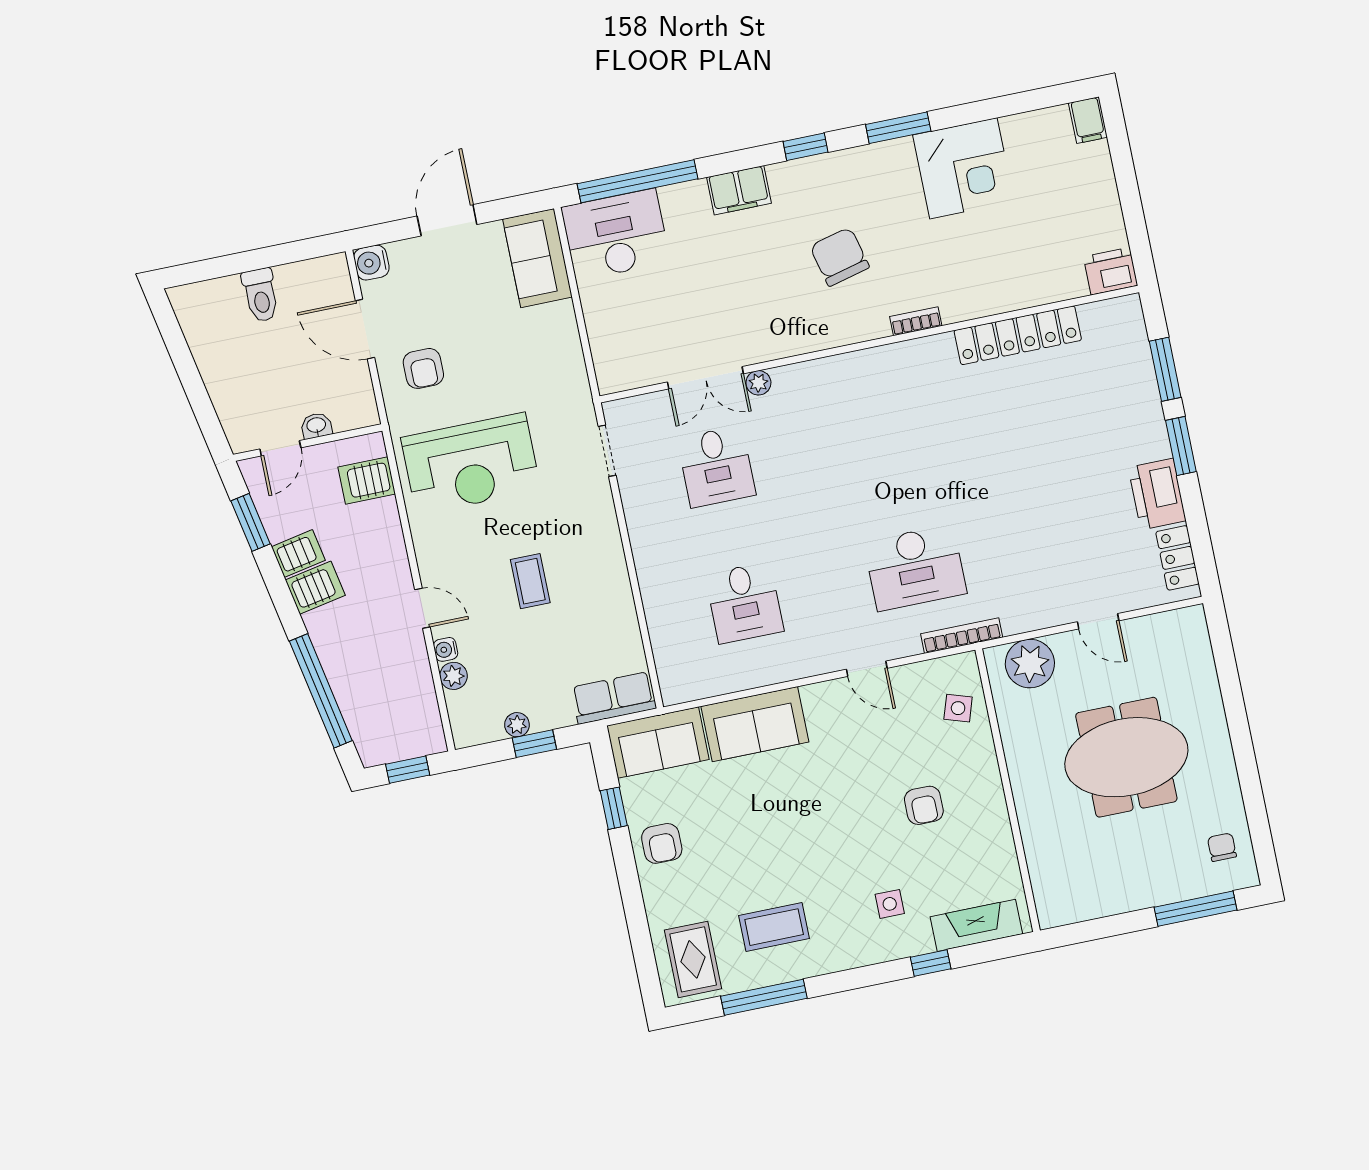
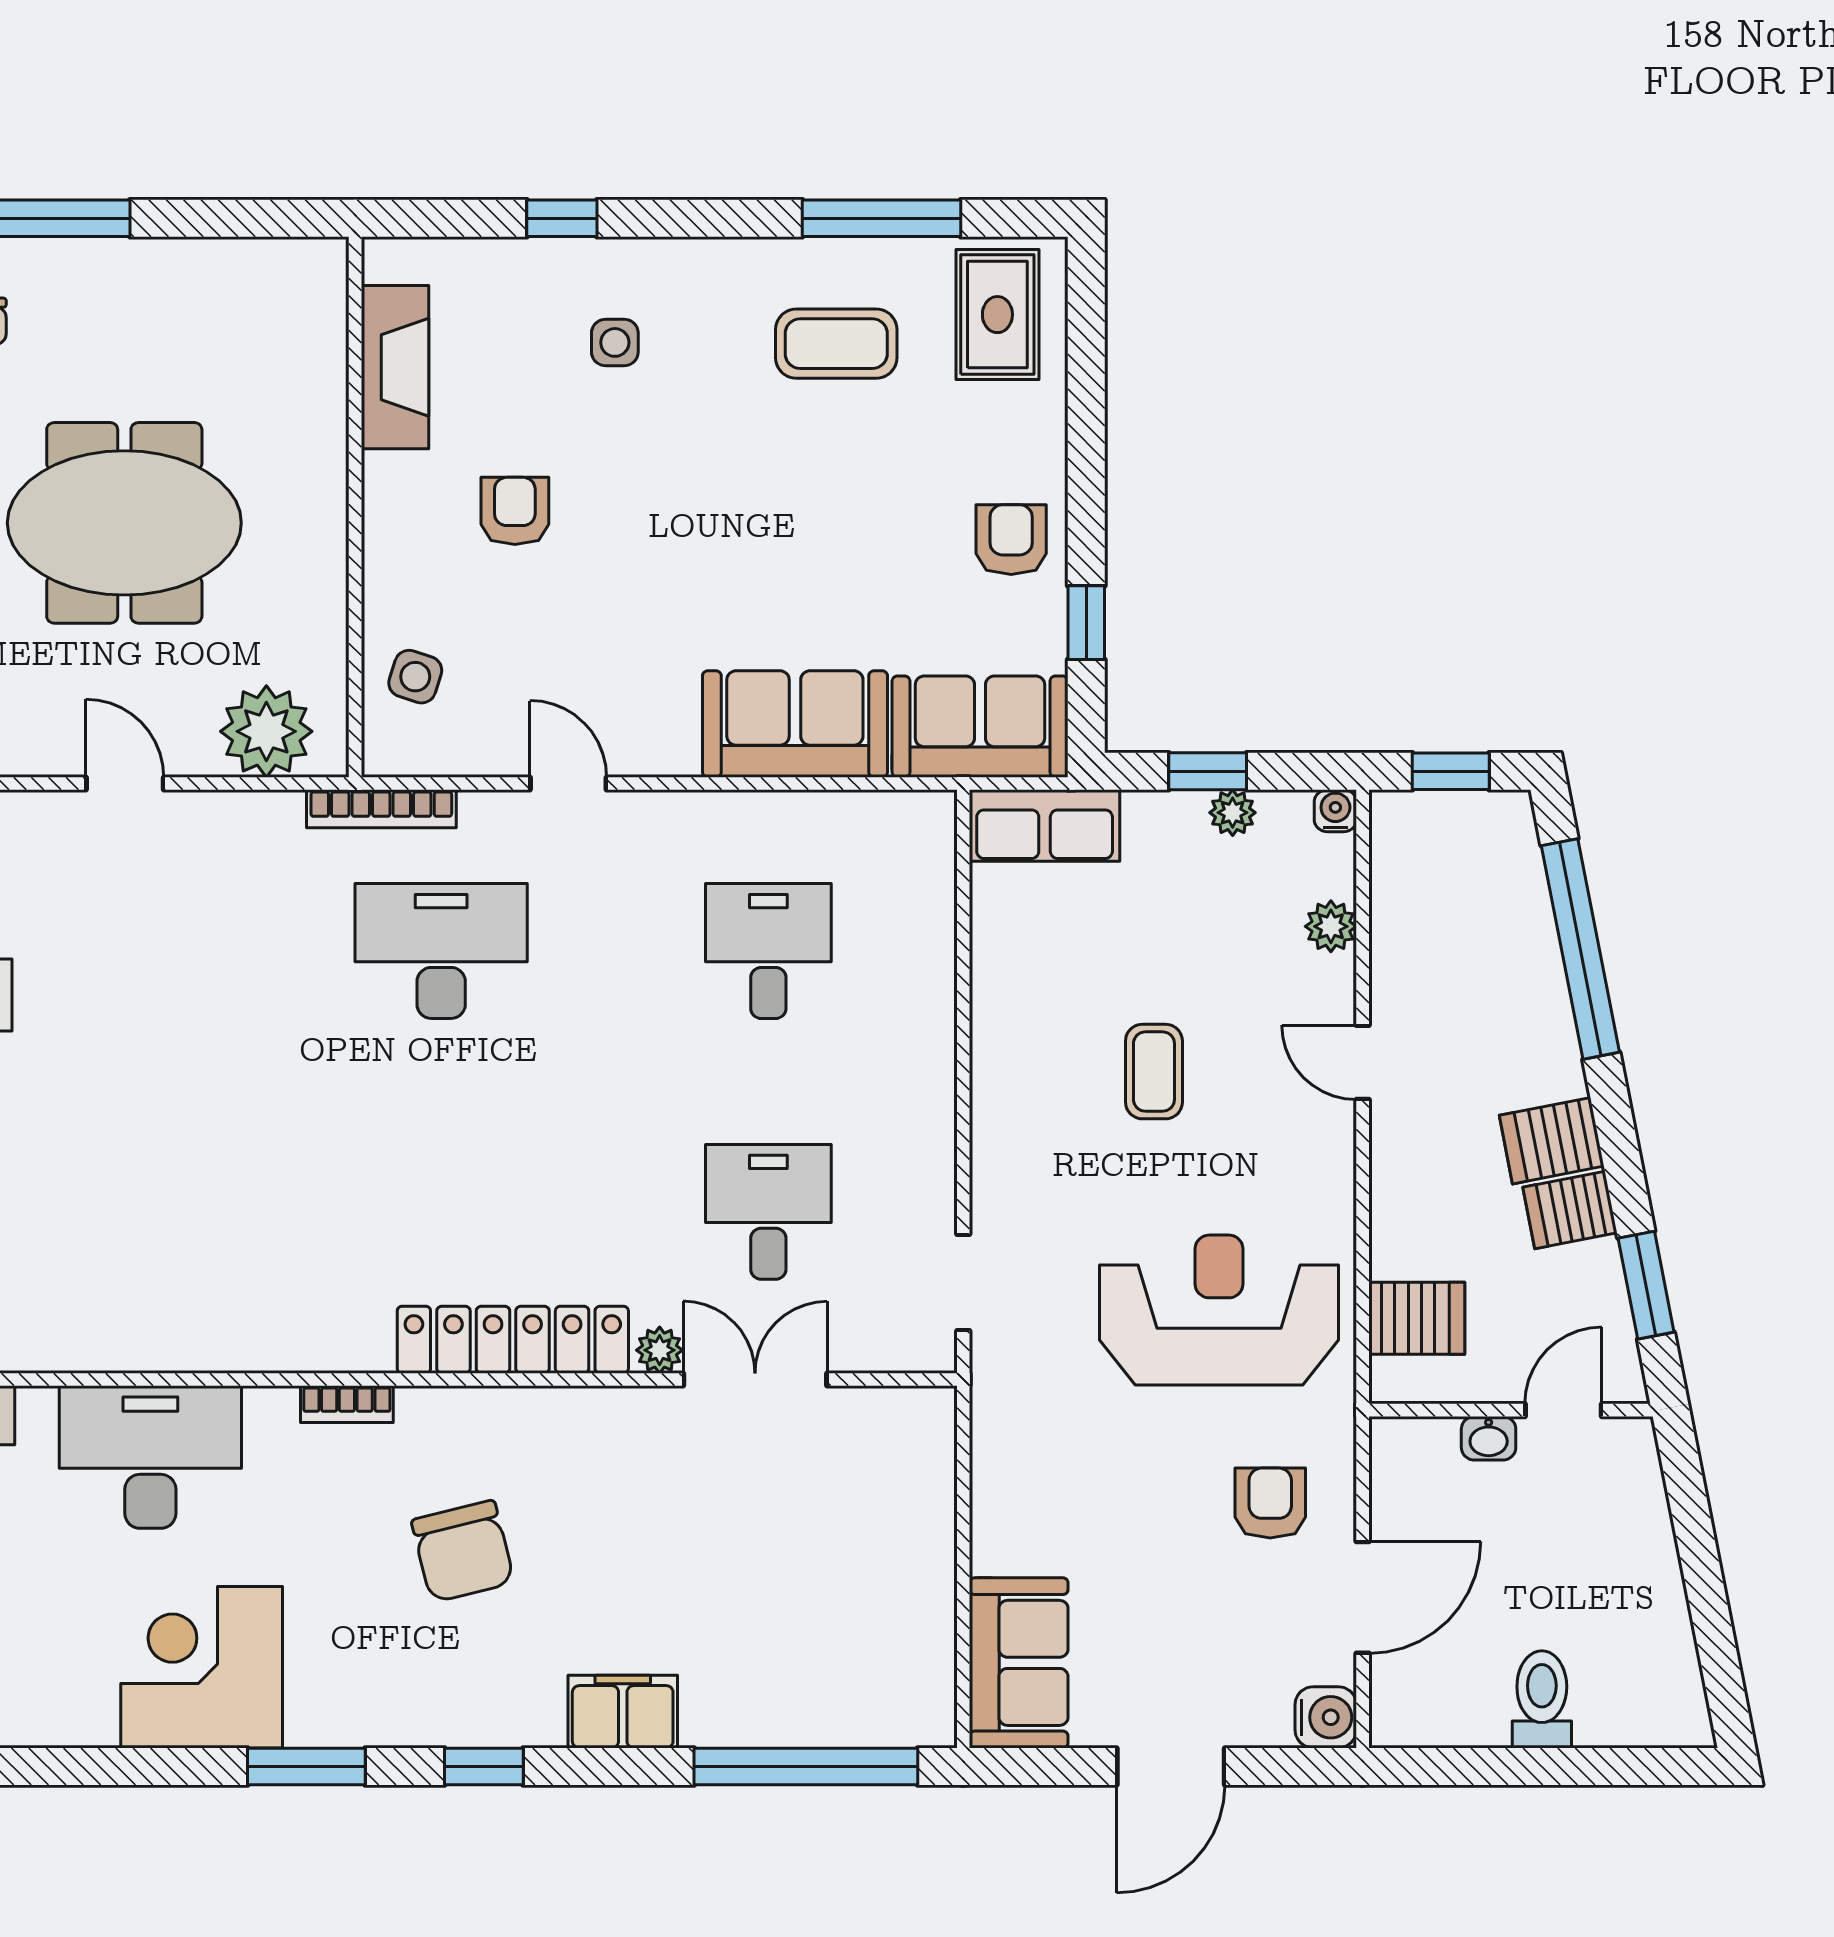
desk: (616, 235) -> (150, 1457), moved, turned 180
door: (365, 329) -> (1363, 1597), hinge flipped
locker: (1018, 335) -> (513, 1340), moved
water cooler: (446, 649) -> (1335, 811), moved, turned -90
fireplace: (976, 925) -> (395, 367), moved, turned -90

